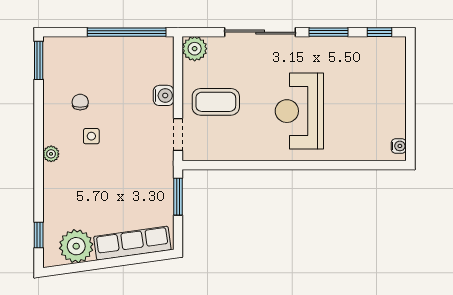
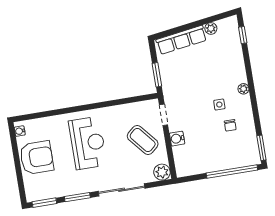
window: (127, 32) -> (232, 172), moved
window: (380, 32) -> (44, 203), width x1.50
coffee table: (216, 102) -> (143, 140), turned 50
armchair: (380, 102) -> (37, 158), added
plant: (76, 246) -> (211, 28), width x0.53, depth x0.53

